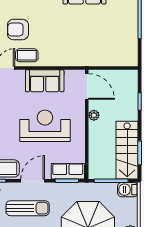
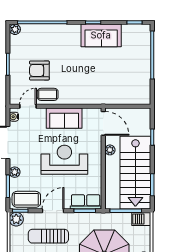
stairs: (127, 150) -> (135, 173), width x1.36, depth x1.51
sun lounger: (28, 208) -> (48, 236), turned 180

